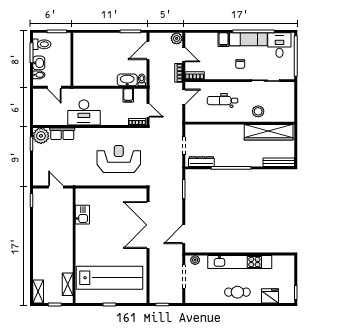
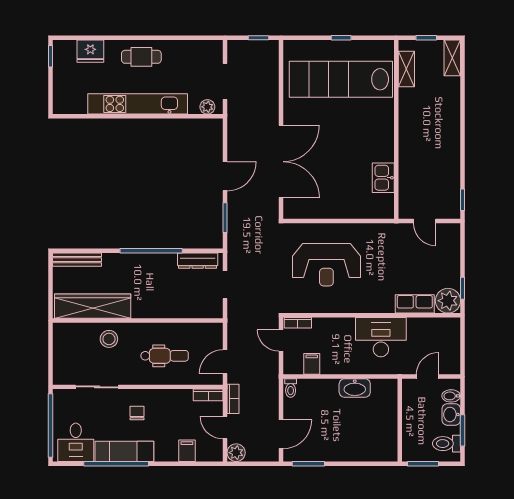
filing cabinet: (223, 40) -> (187, 451), moved
washbasin: (127, 80) -> (355, 388), moved
door: (54, 87) -> (427, 376), hinge flipped
door: (184, 234) -> (225, 176), moved

